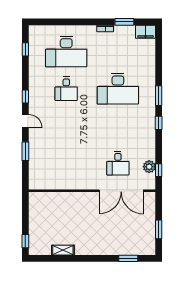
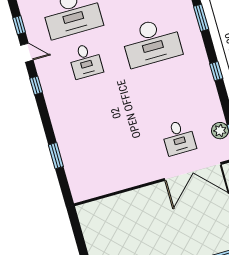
window: (159, 96) -> (201, 18), moved
door: (25, 121) -> (27, 53), moved

